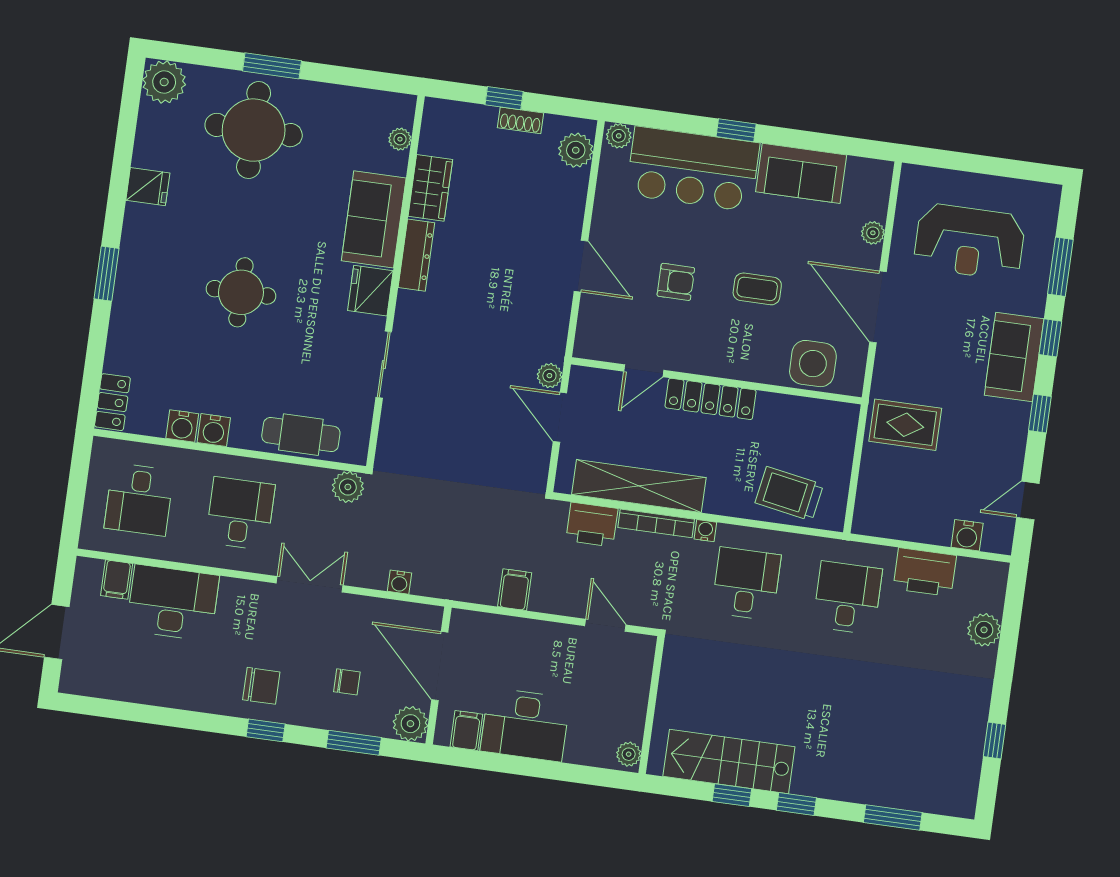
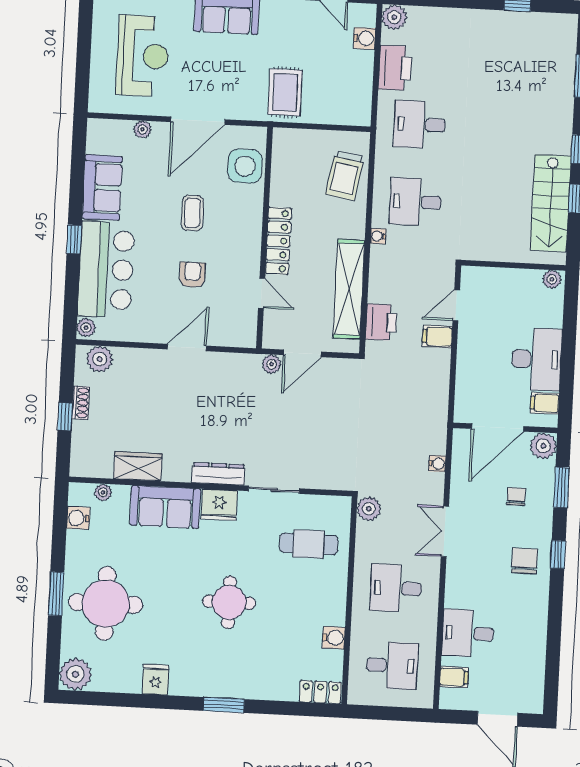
dresser: (416, 255) -> (218, 474), moved
water cooler: (214, 430) -> (78, 518), moved, turned 180
cafe table: (301, 435) -> (309, 544), moved, turned 90
bookcase: (656, 523) -> (376, 274), removed
filing cabinet: (515, 590) -> (437, 336), moved
desk: (173, 603) -> (468, 633), width x0.73
plant: (984, 630) -> (394, 17), moved

